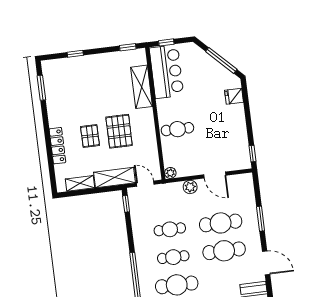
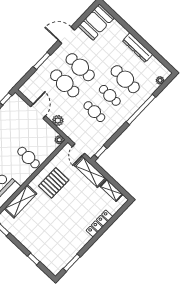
pallet: (119, 131) -> (54, 183), moved
pallet: (90, 136) -> (77, 208), removed
door: (266, 263) -> (66, 35), hinge flipped

